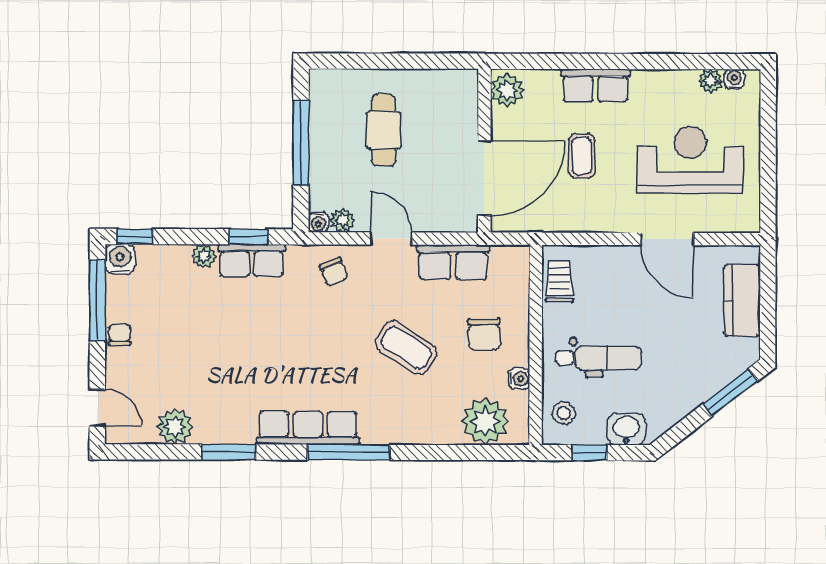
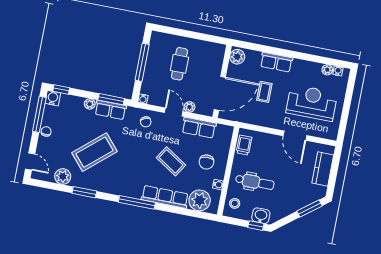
plant: (343, 220) -> (189, 107), moved
window: (249, 237) -> (111, 99), width x1.50
coffee table: (234, 360) -> (94, 152), added
row of seats: (308, 428) -> (165, 197), moved
window: (590, 453) -> (256, 226), moved

